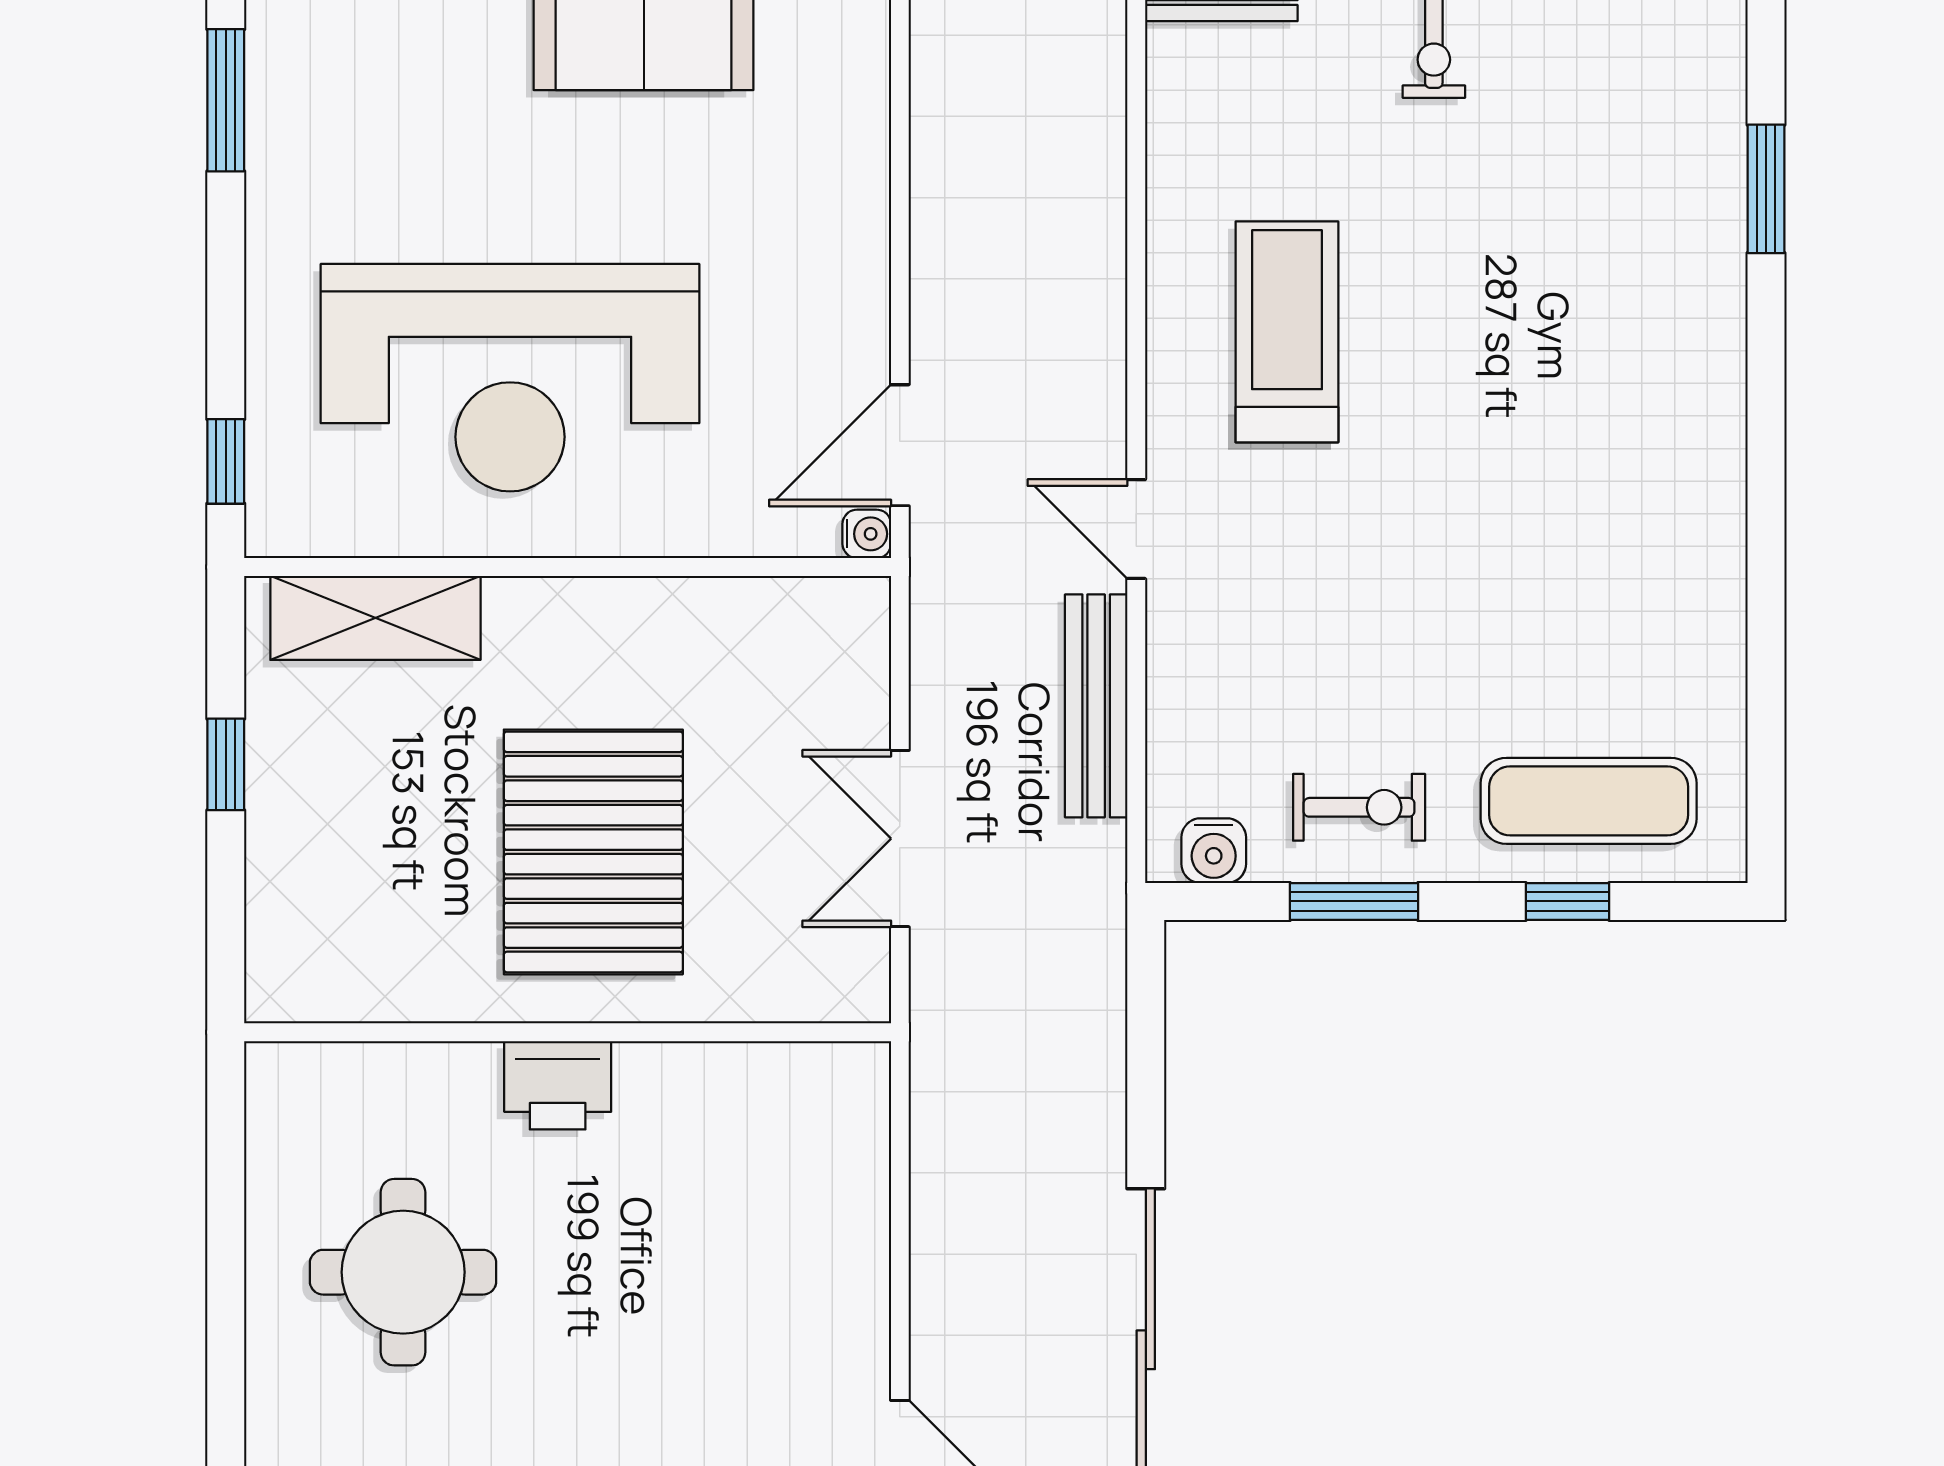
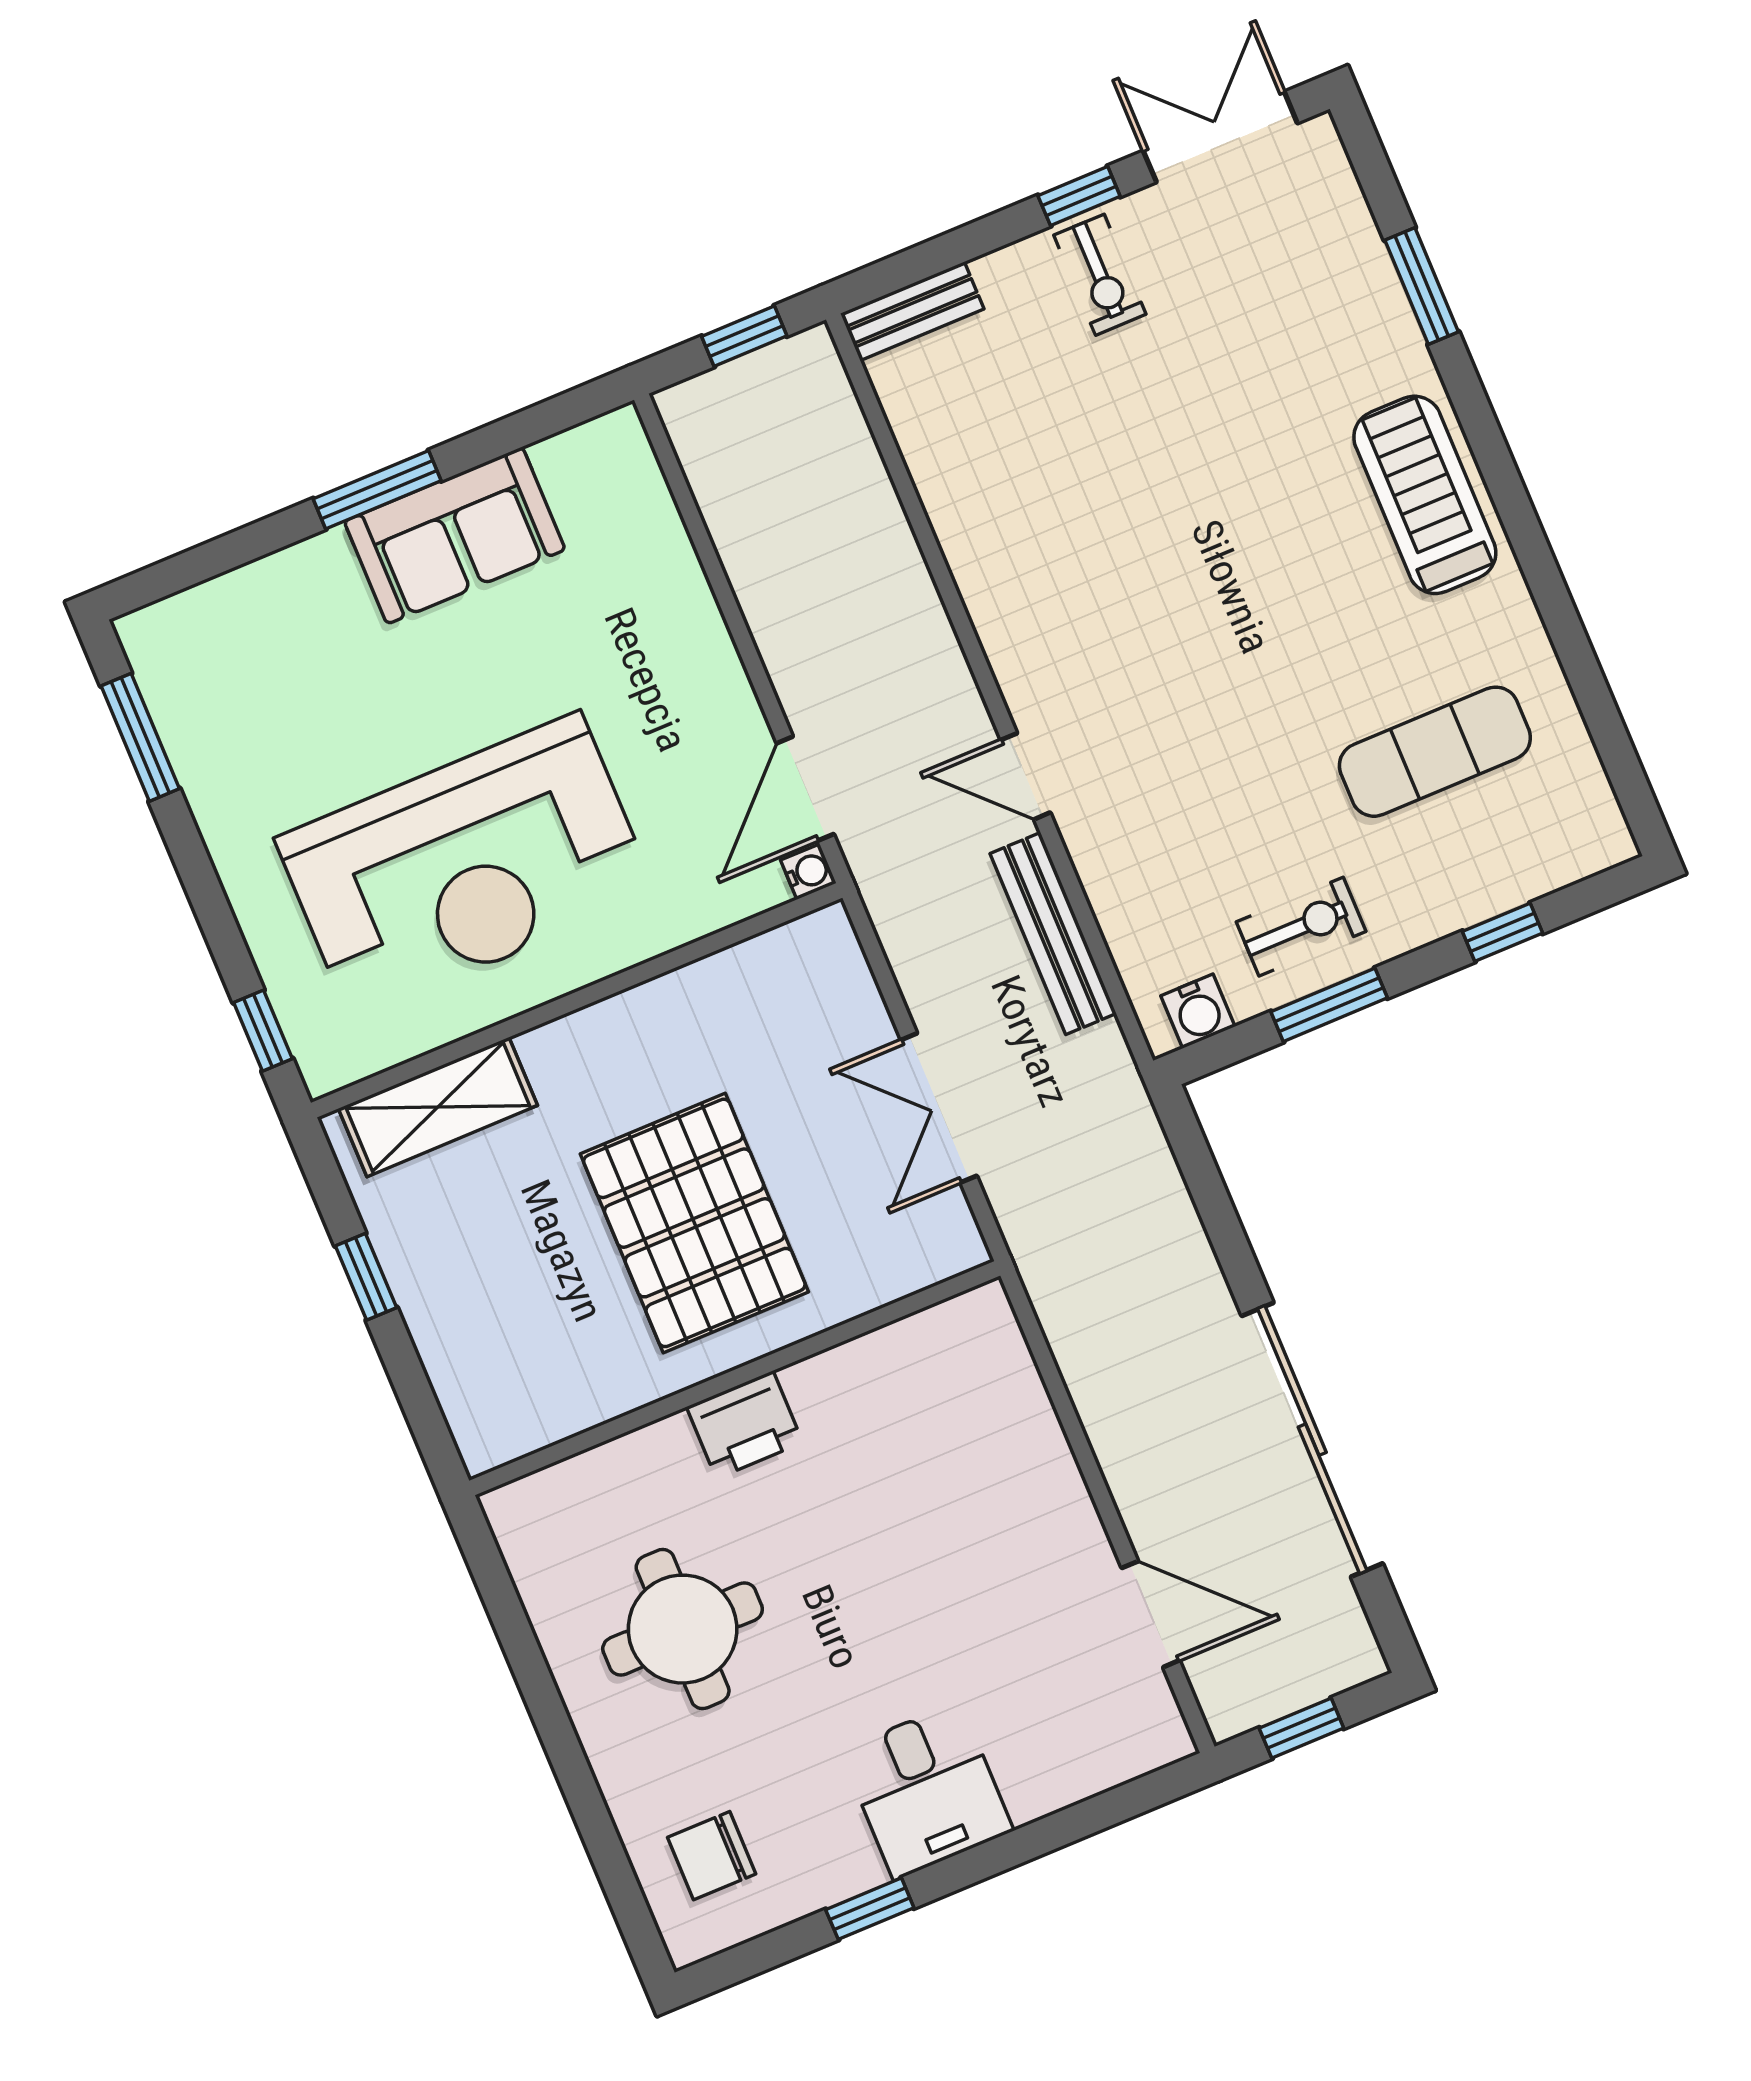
treadmill: (1287, 332) -> (1425, 495), moved
exercise mat: (1589, 801) -> (1435, 752), moved

